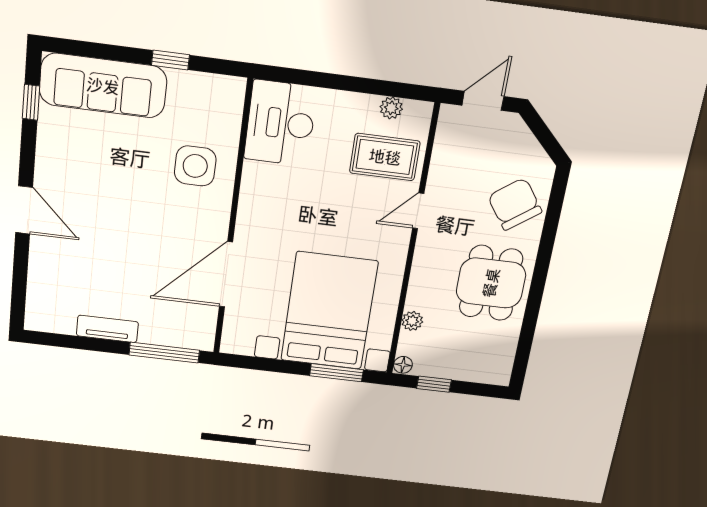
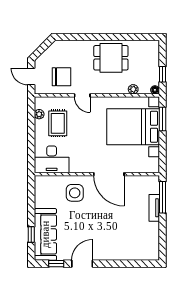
window: (170, 60) -> (31, 235), moved
rug: (385, 157) -> (58, 123), moved
chair: (515, 204) -> (61, 77), moved, turned -144
door: (24, 210) -> (82, 264), moved
door: (226, 274) -> (109, 174), moved
tv unit: (107, 329) -> (154, 208), moved

